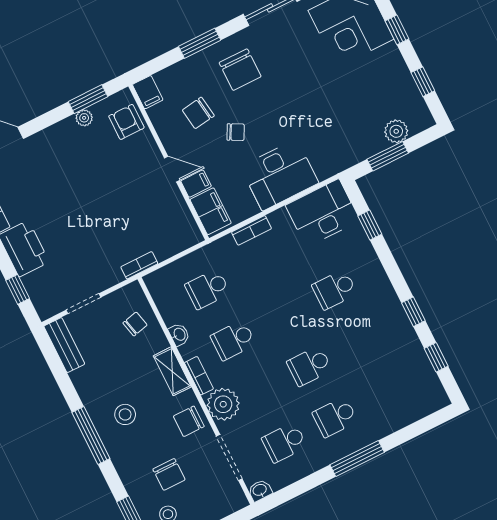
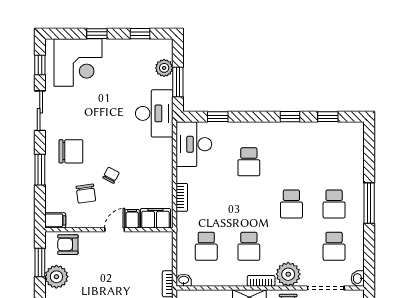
plant: (84, 118) -> (56, 277), width x1.87, depth x1.87
desk: (280, 175) -> (154, 113), moved
washbasin: (179, 334) -> (184, 280), moved

